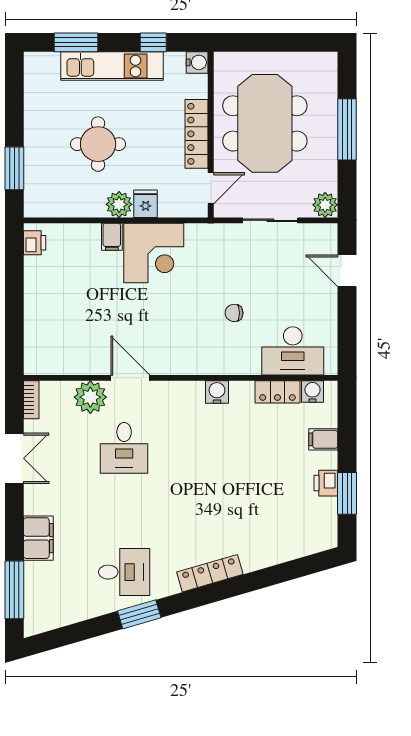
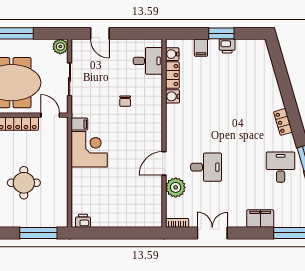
window: (14, 168) -> (38, 233), width x1.44
plant: (119, 204) -> (60, 170), removed
fridge: (146, 204) -> (60, 154), removed
filing cabinet: (112, 237) -> (79, 124), moved
door: (347, 271) -> (100, 33), hinge flipped
desk: (293, 351) -> (148, 61), width x0.73
water cooler: (217, 392) -> (173, 96), moved
window: (347, 493) -> (221, 33), moved
locker: (210, 573) -> (283, 122), width x0.66

